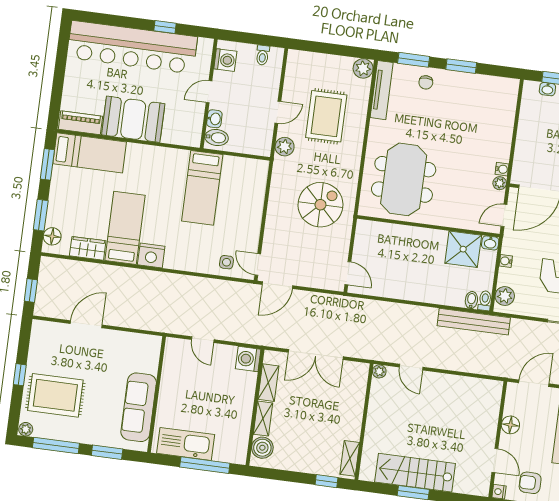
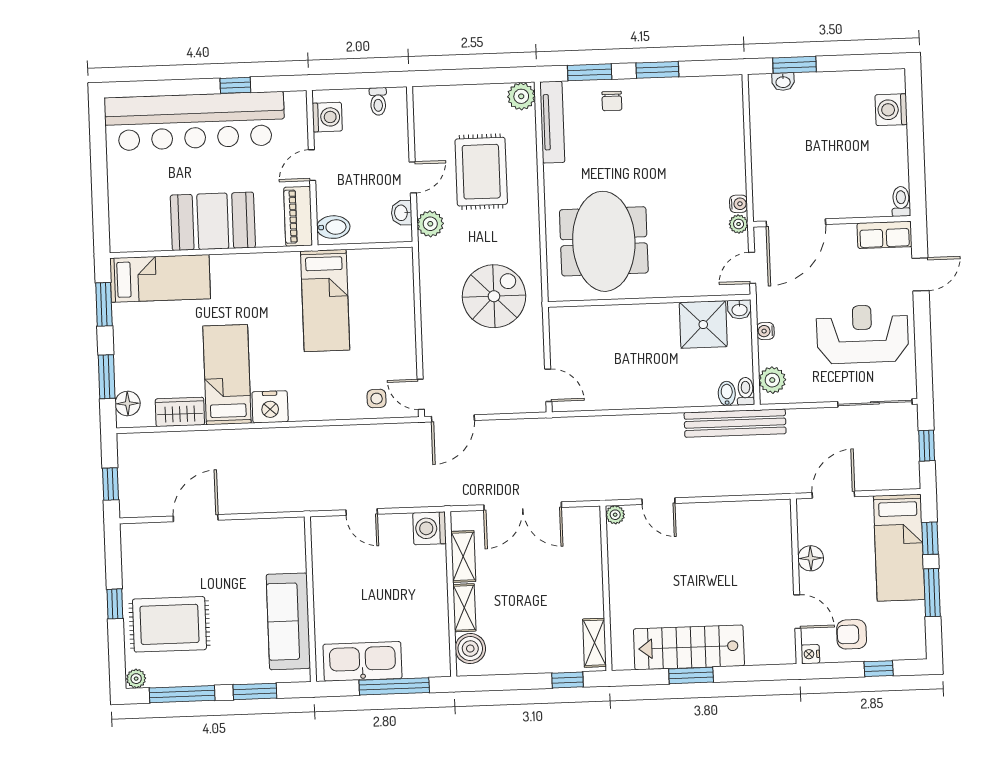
washbasin: (214, 119) -> (402, 213), moved, turned 180
piano: (81, 123) -> (298, 216), moved, turned -90

